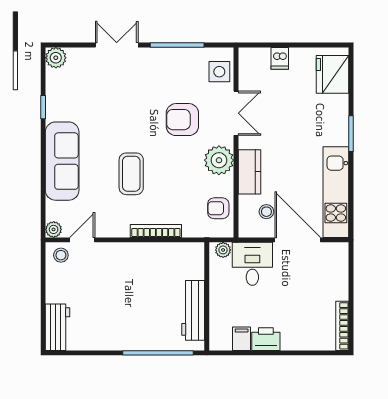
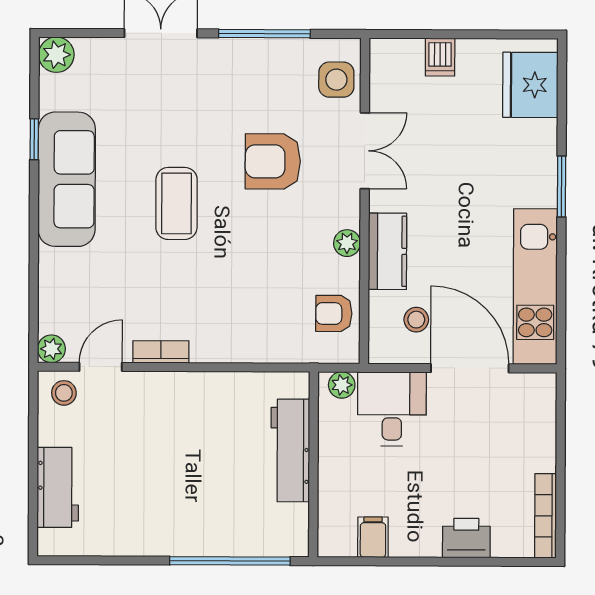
plant: (219, 160) -> (347, 243), width x0.53, depth x0.53
sofa: (62, 161) -> (67, 179), moved
coffee table: (131, 174) -> (177, 203), moved
bookcase: (156, 231) -> (161, 352), moved, width x0.64
workbench: (193, 310) -> (290, 450), moved
workbench: (57, 327) -> (58, 487), moved
printer: (266, 339) -> (466, 538), moved

